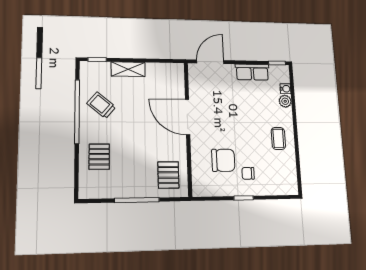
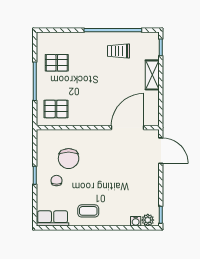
row of seats: (252, 72) -> (53, 218), moved, turned 90
plant: (285, 101) -> (148, 220), moved
trolley: (101, 105) -> (119, 51), turned -130
door: (188, 117) -> (128, 128), moved
pallet: (99, 157) -> (57, 63), moved

